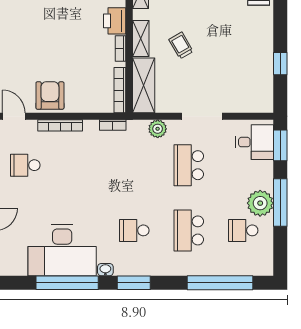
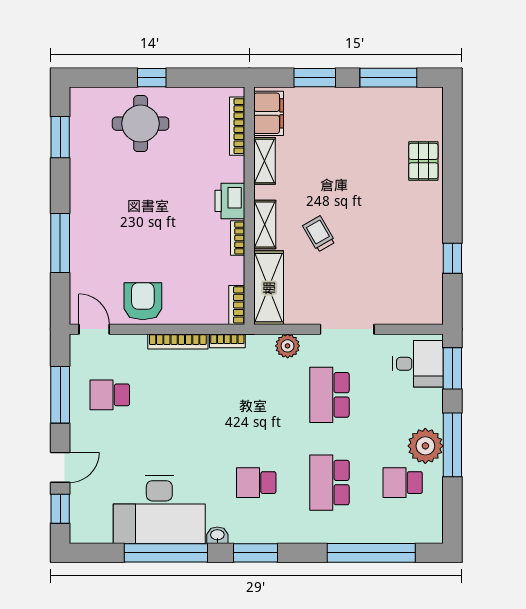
bookcase: (120, 90) -> (237, 305), width x0.64
bookcase: (60, 125) -> (178, 341), moved

